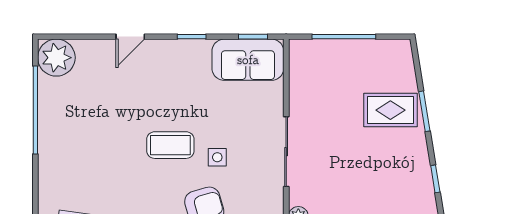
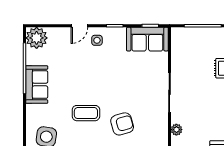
sofa: (57, 138) -> (37, 85), added
coffee table: (170, 145) -> (86, 113), moved
side table: (217, 157) -> (97, 40), moved

